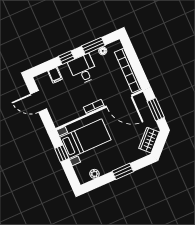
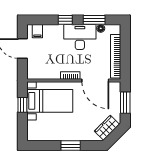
desk: (83, 69) -> (80, 37), width x1.37
filing cabinet: (55, 75) -> (37, 31), moved
plant: (94, 174) -> (44, 136), removed

